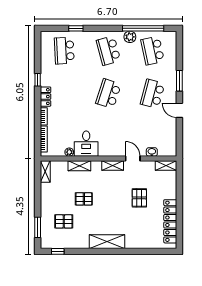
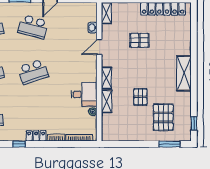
school desk: (108, 94) -> (33, 72), turned -36
shelving: (113, 166) -> (106, 78), moved
shelving: (45, 172) -> (113, 136), removed
pallet: (64, 221) -> (163, 117), width x1.50, depth x1.42

